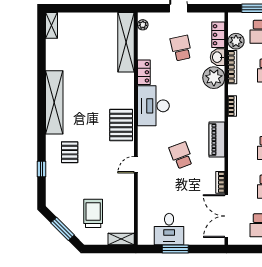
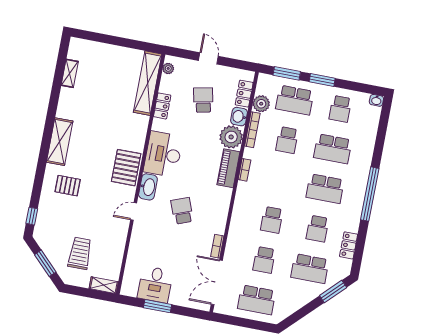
shelving: (51, 25) -> (70, 73), moved
locker: (144, 72) -> (162, 106), moved
shelving: (54, 102) -> (60, 142), width x0.68
washbasin: (145, 139) -> (148, 187), added
piano: (217, 139) -> (228, 168), moved
pallet: (70, 152) -> (68, 186), turned 90
window: (42, 169) -> (32, 216), moved

